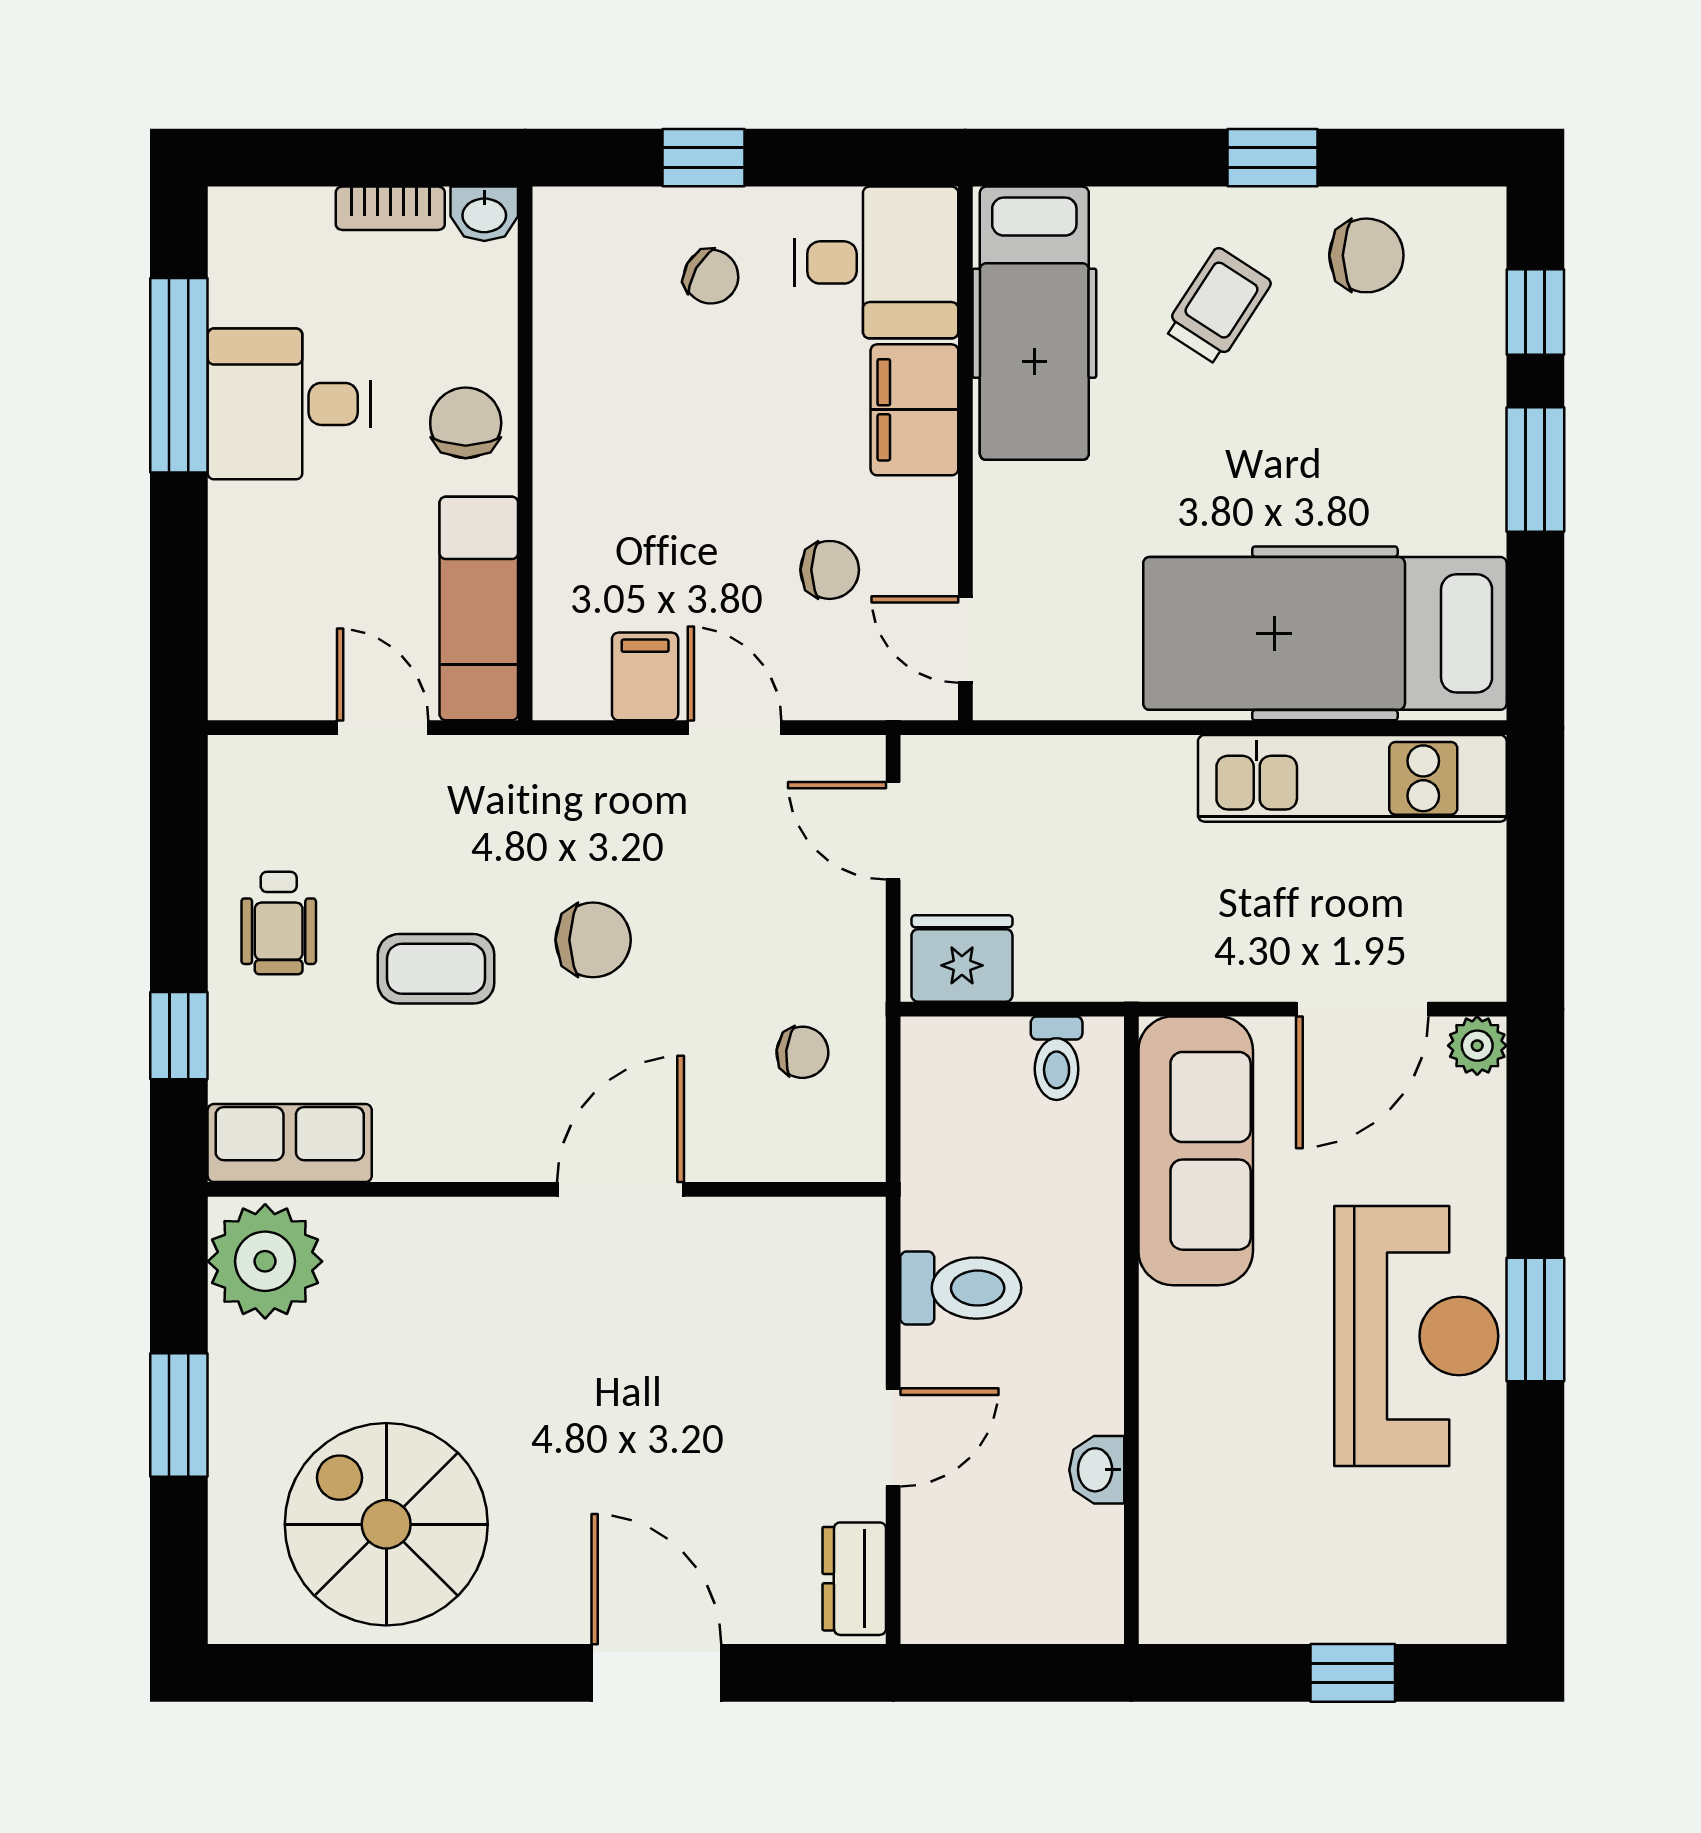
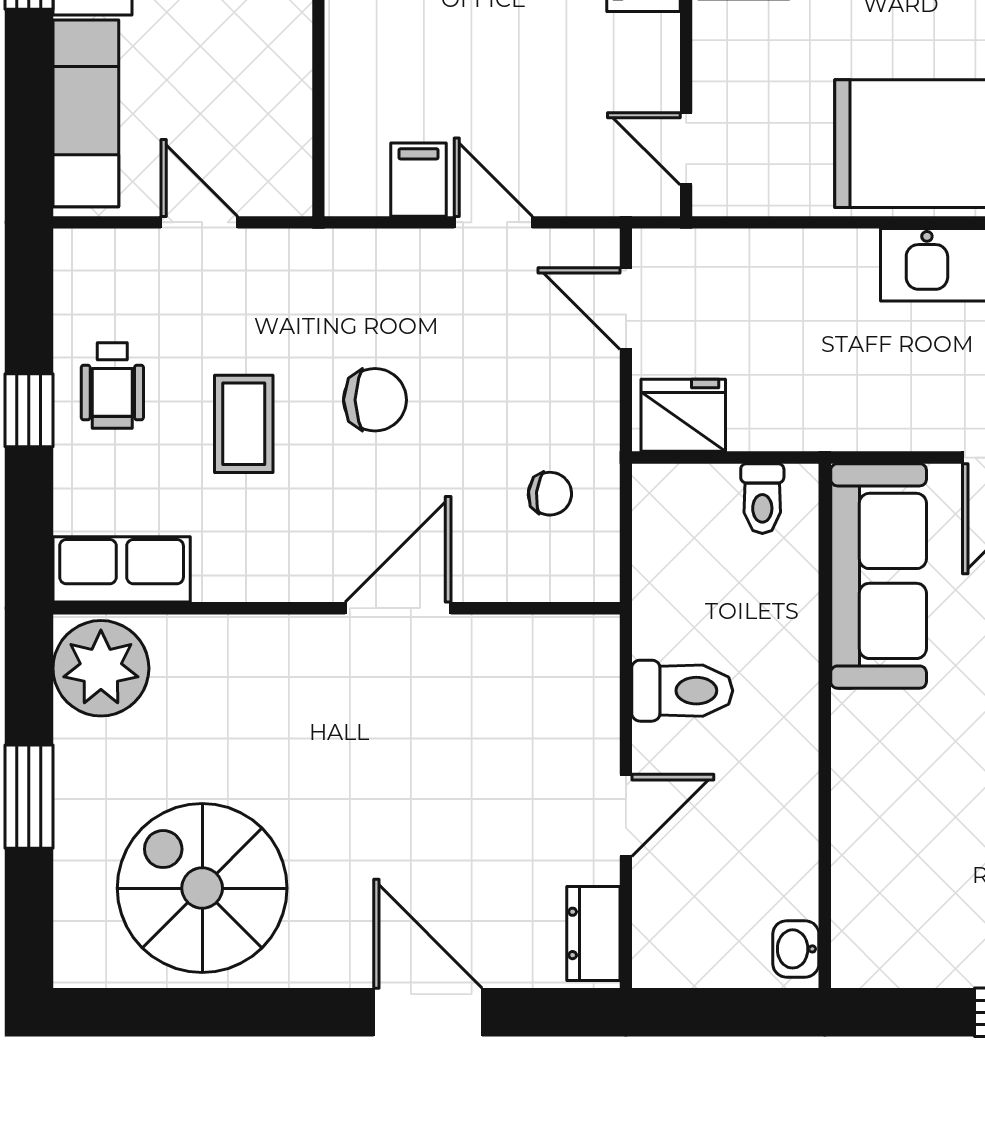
chair: (830, 570) -> (573, 91), removed
exam couch: (479, 608) -> (86, 113), moved, turned 180
coffee table: (436, 969) -> (244, 424), turned 90
window: (179, 1036) -> (29, 410), moved
washbasin: (1097, 1470) -> (796, 949), moved

